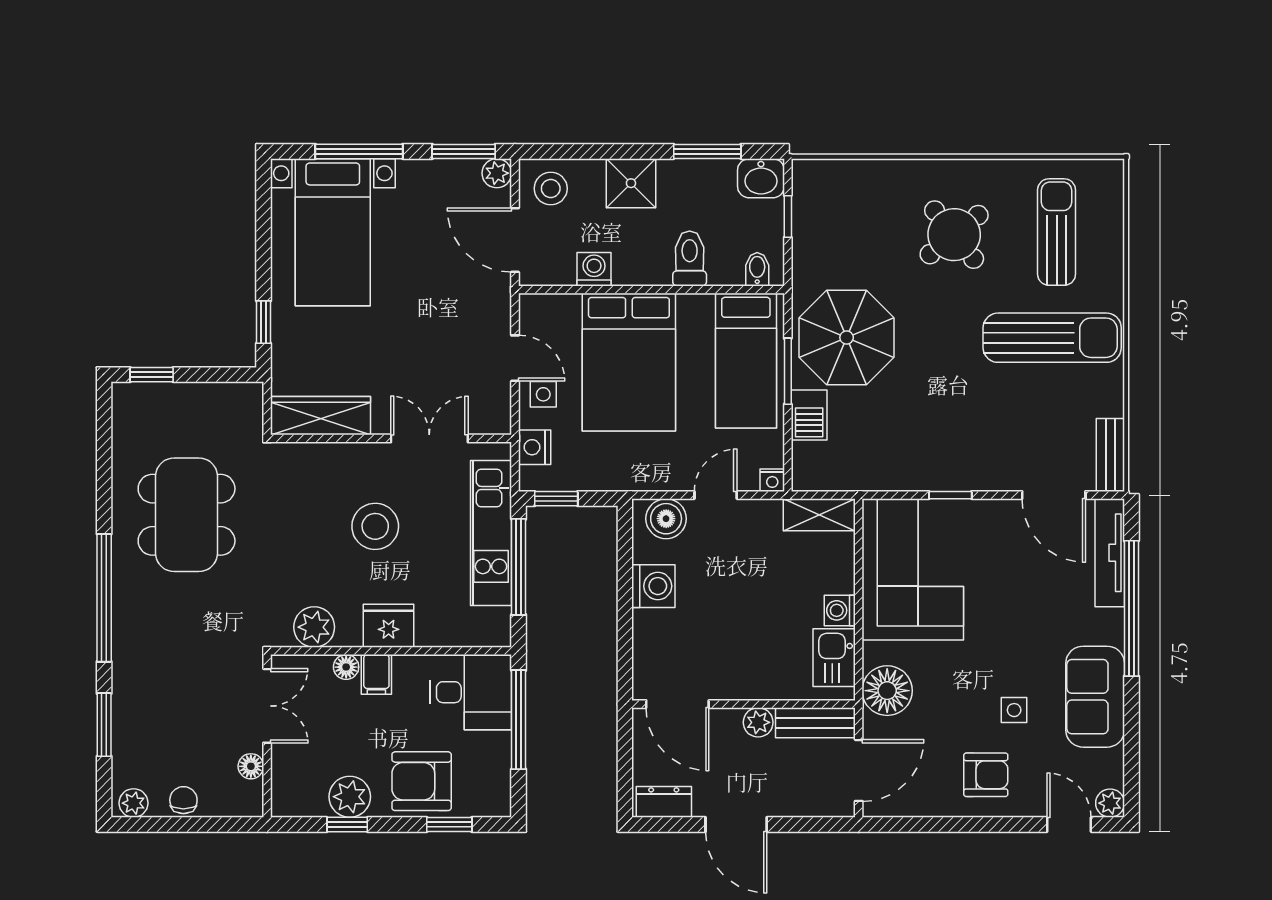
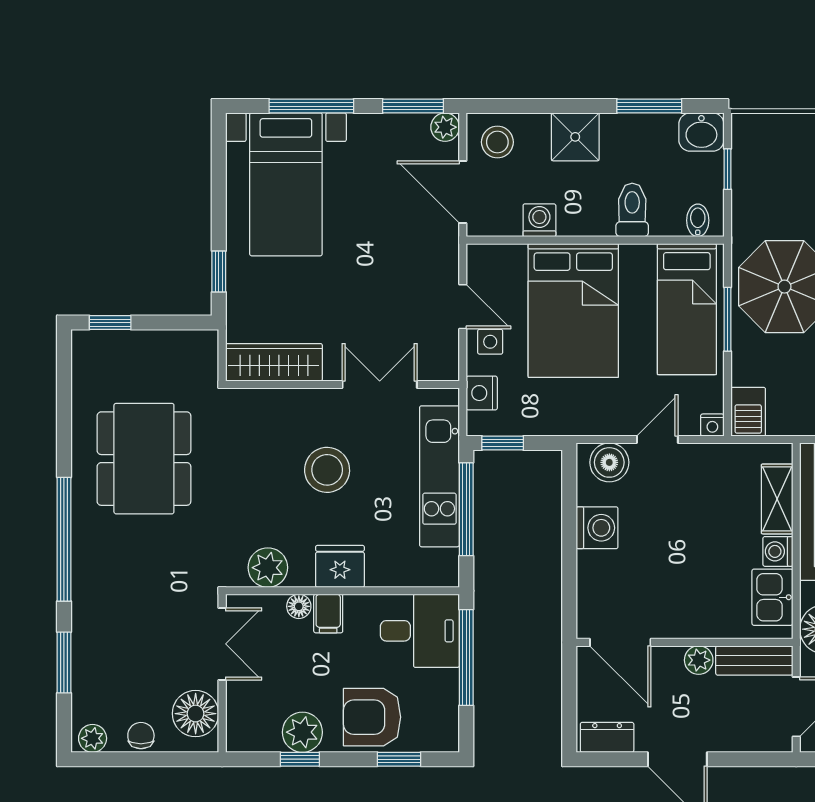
barbecue: (809, 415) -> (748, 412), moved
shelving: (819, 515) -> (777, 499), moved, turned 90
floor lamp: (251, 766) -> (196, 714), width x1.89, depth x1.89

